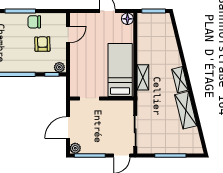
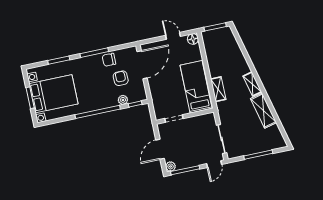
door: (68, 35) -> (142, 65), width x1.88
plant: (59, 67) -> (123, 100), moved

